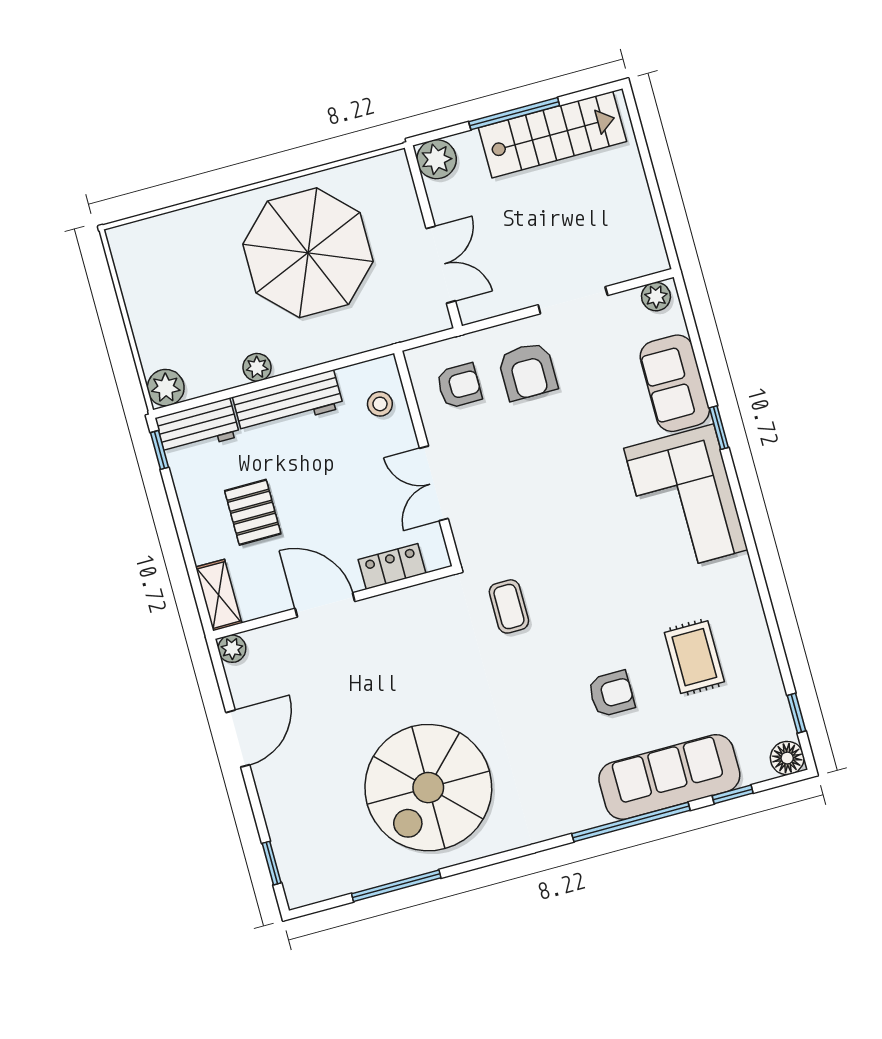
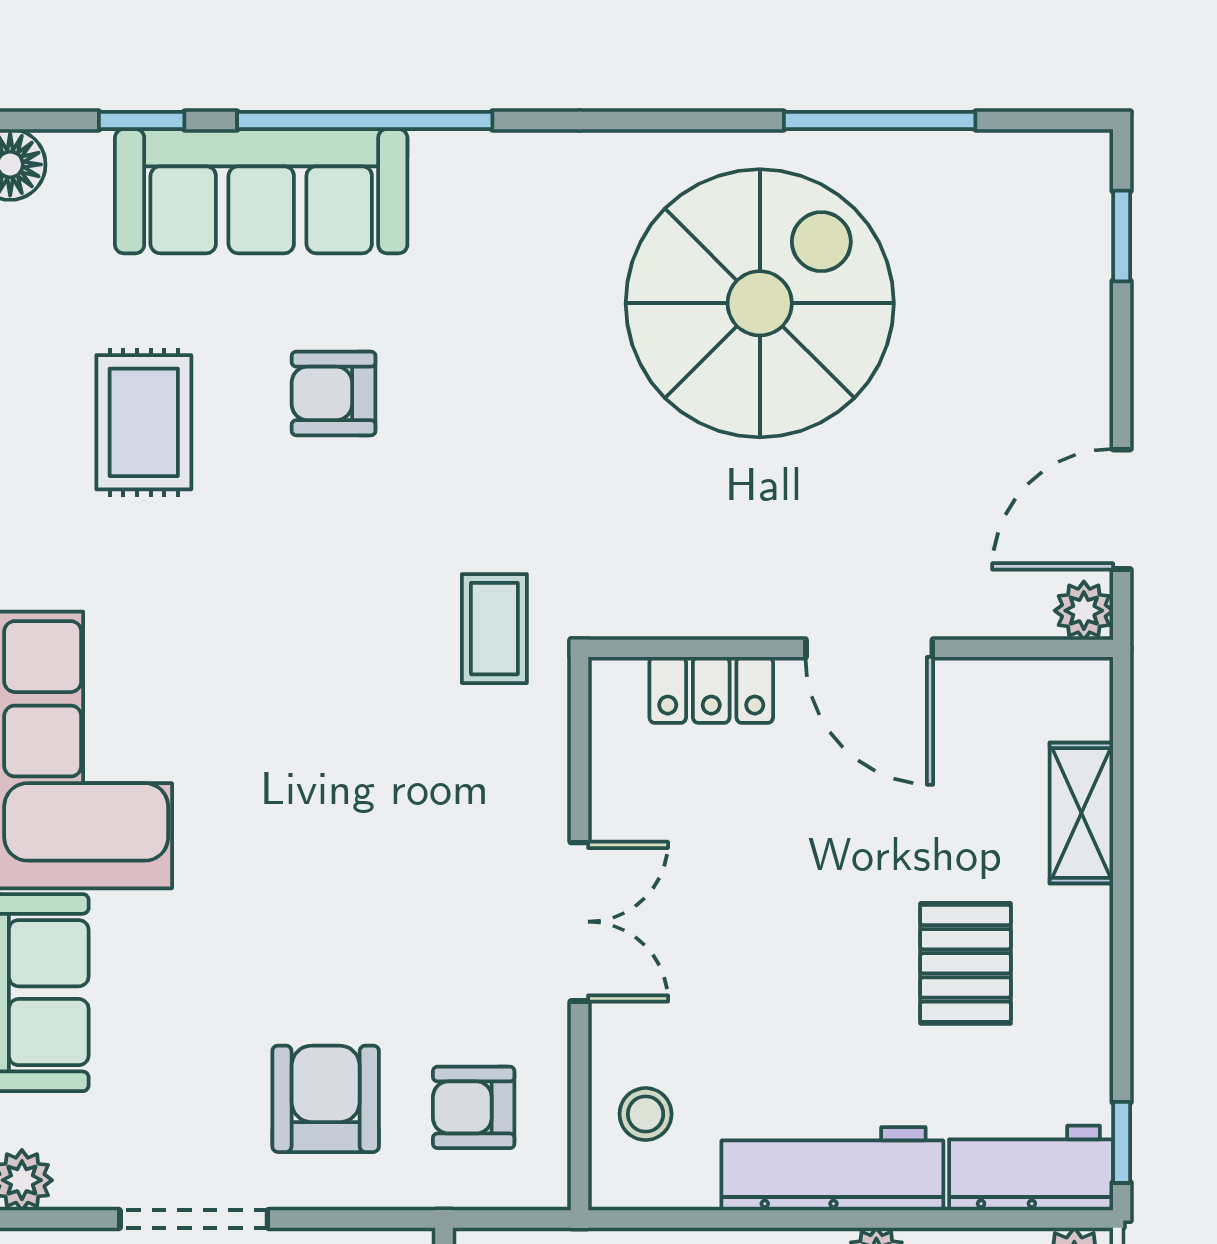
locker: (392, 566) -> (711, 690), moved
wall: (334, 603) -> (851, 648), moved
door: (325, 605) -> (869, 648), moved
plant: (232, 649) -> (1084, 611), moved

